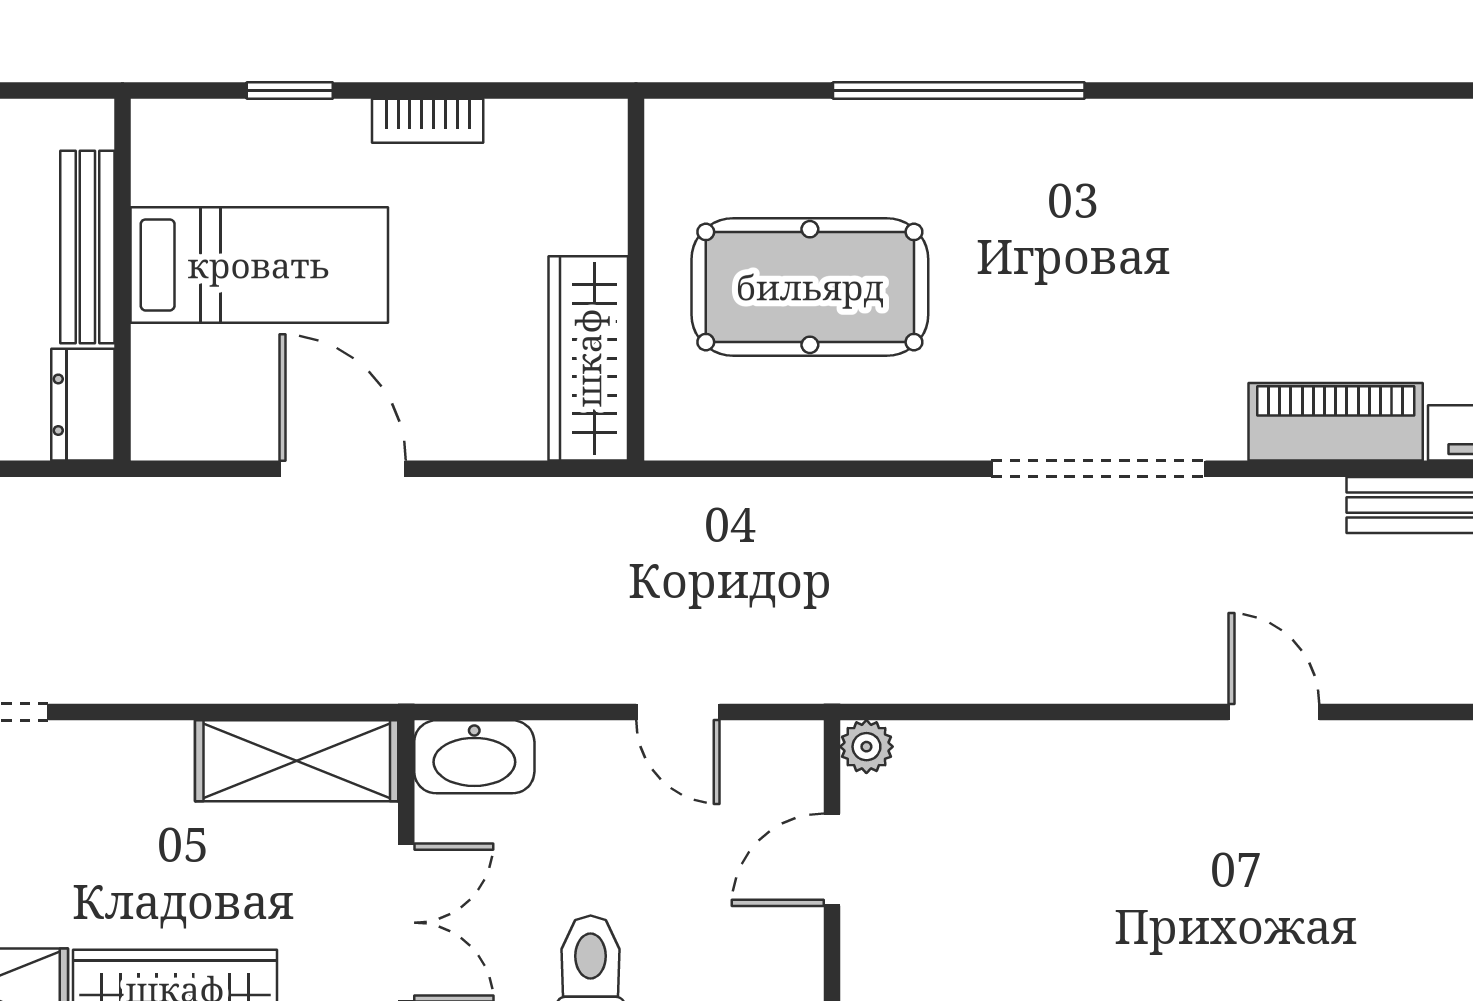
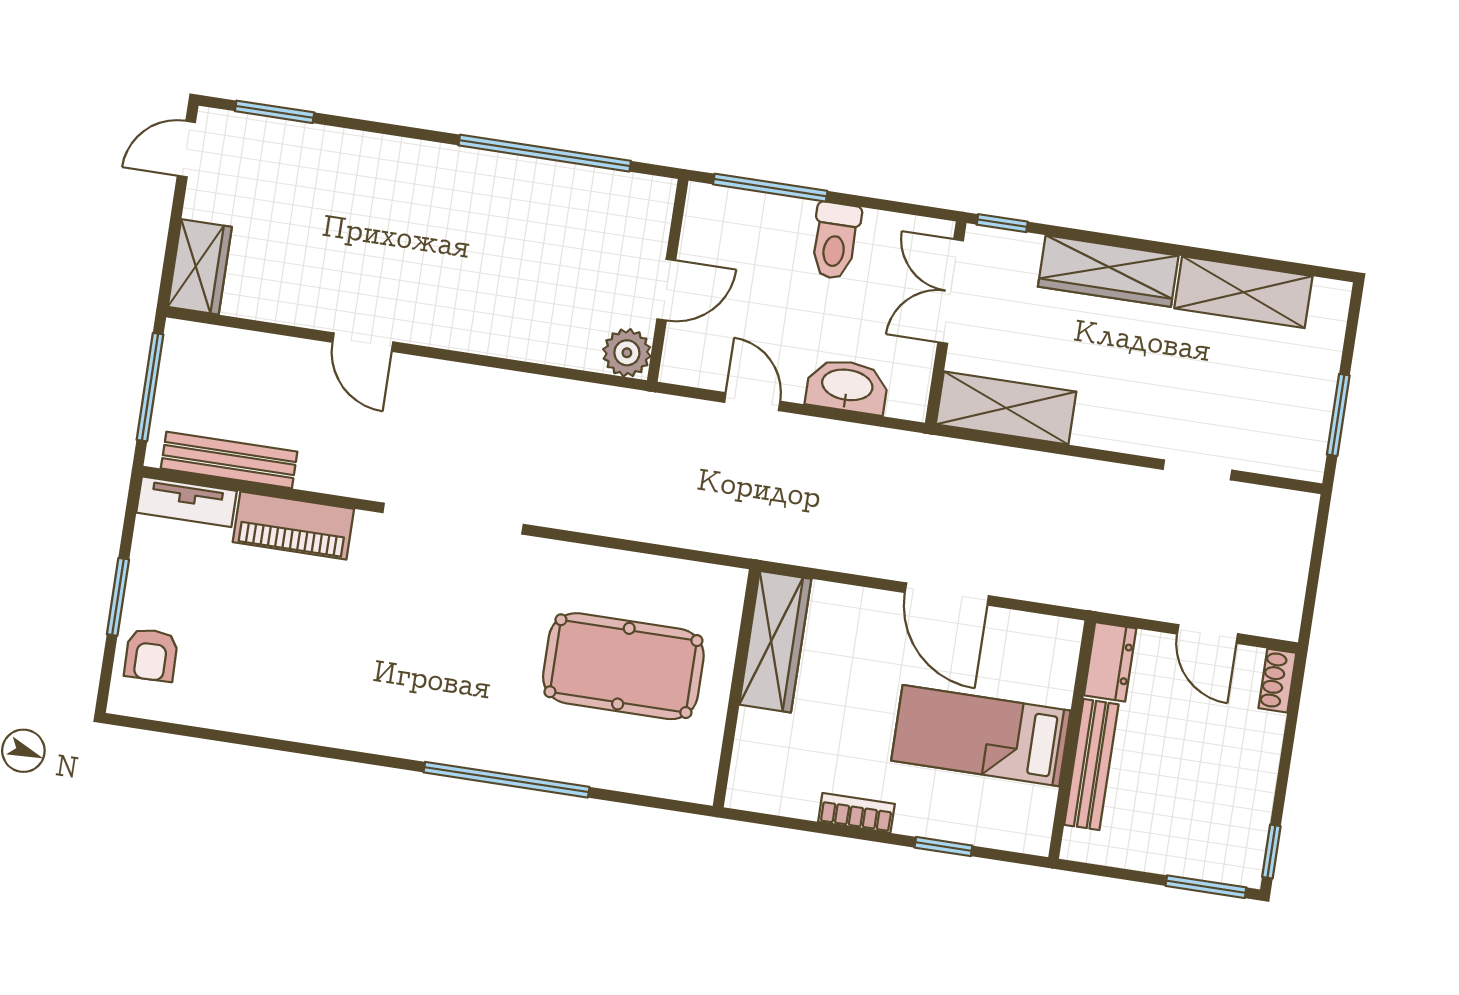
plant: (866, 747) -> (627, 353), width x1.38, depth x1.38
washbasin: (474, 757) -> (847, 386), moved

